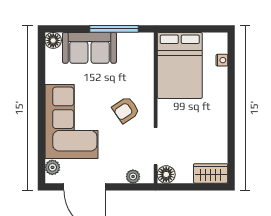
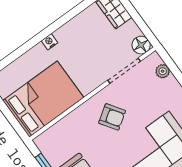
nightstand: (222, 60) -> (49, 42), moved

